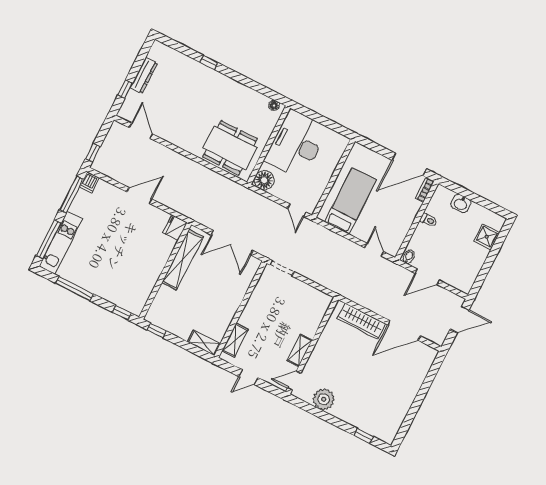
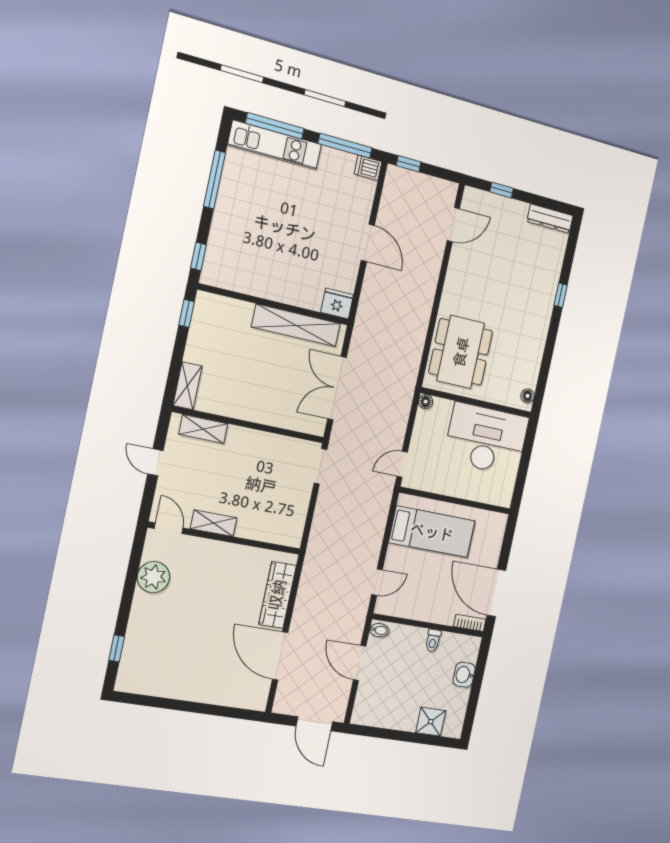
dresser: (144, 75) -> (550, 219), moved
floor lamp: (264, 180) -> (426, 402), width x0.53, depth x0.53

